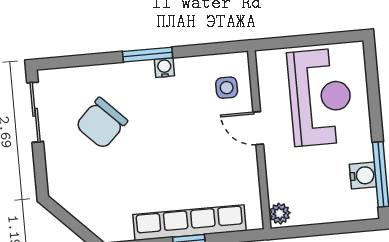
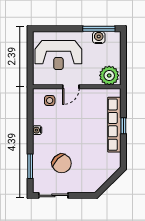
window: (148, 55) -> (30, 166), moved
reception desk: (320, 97) -> (58, 55), turned 180
plant: (280, 214) -> (109, 75), width x1.88, depth x1.88

